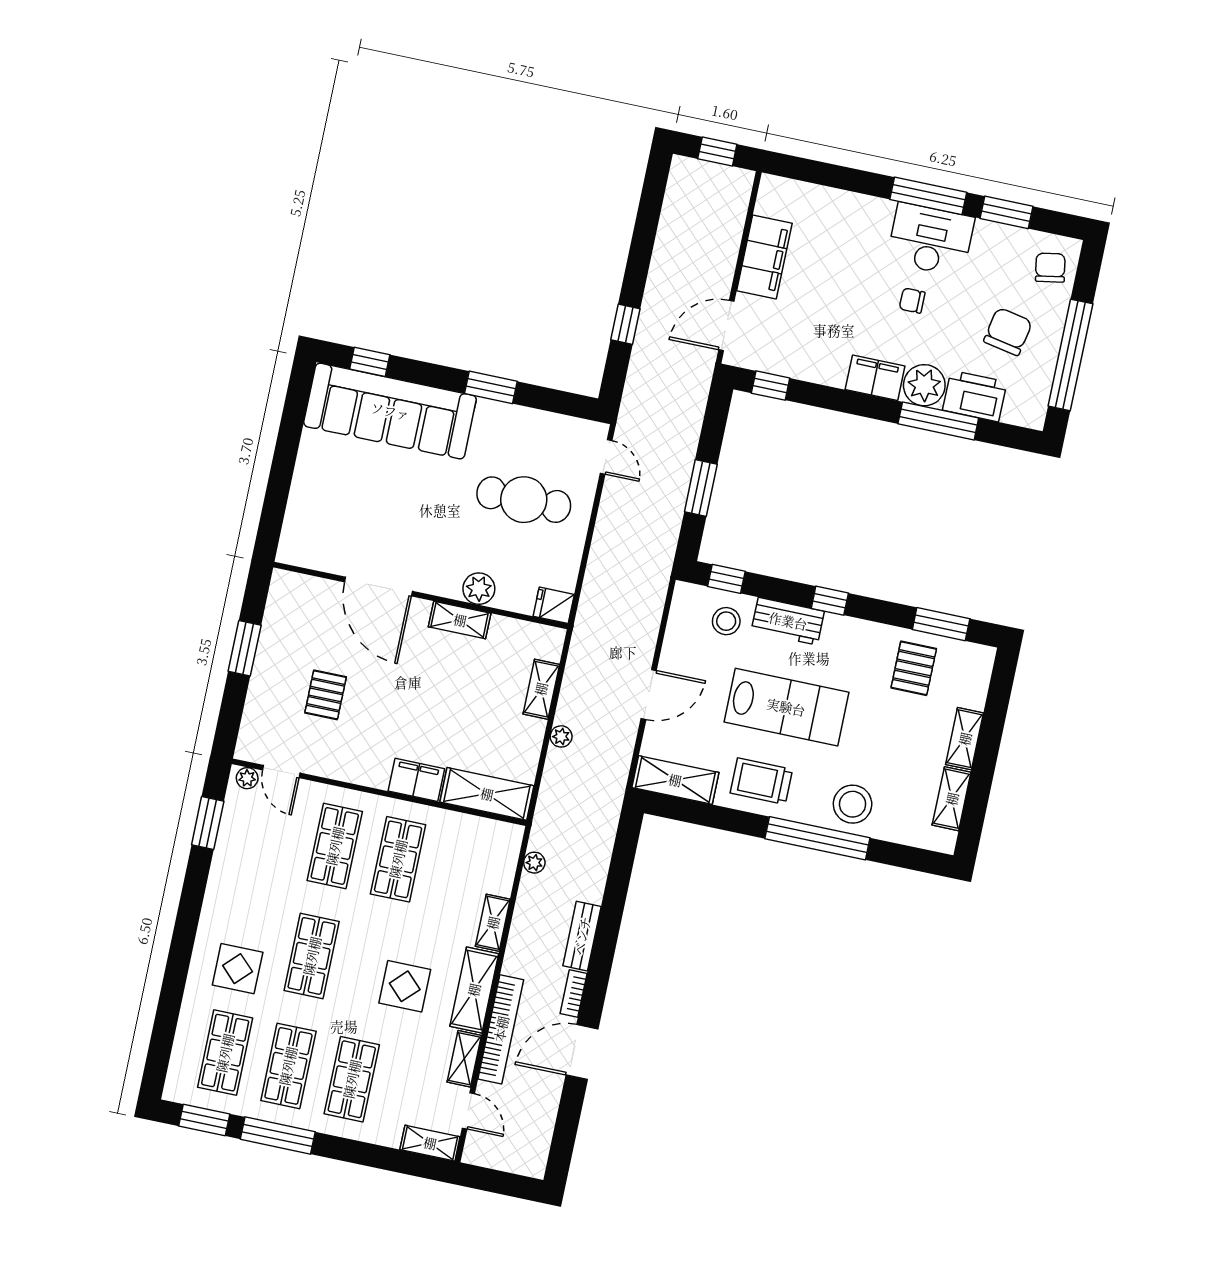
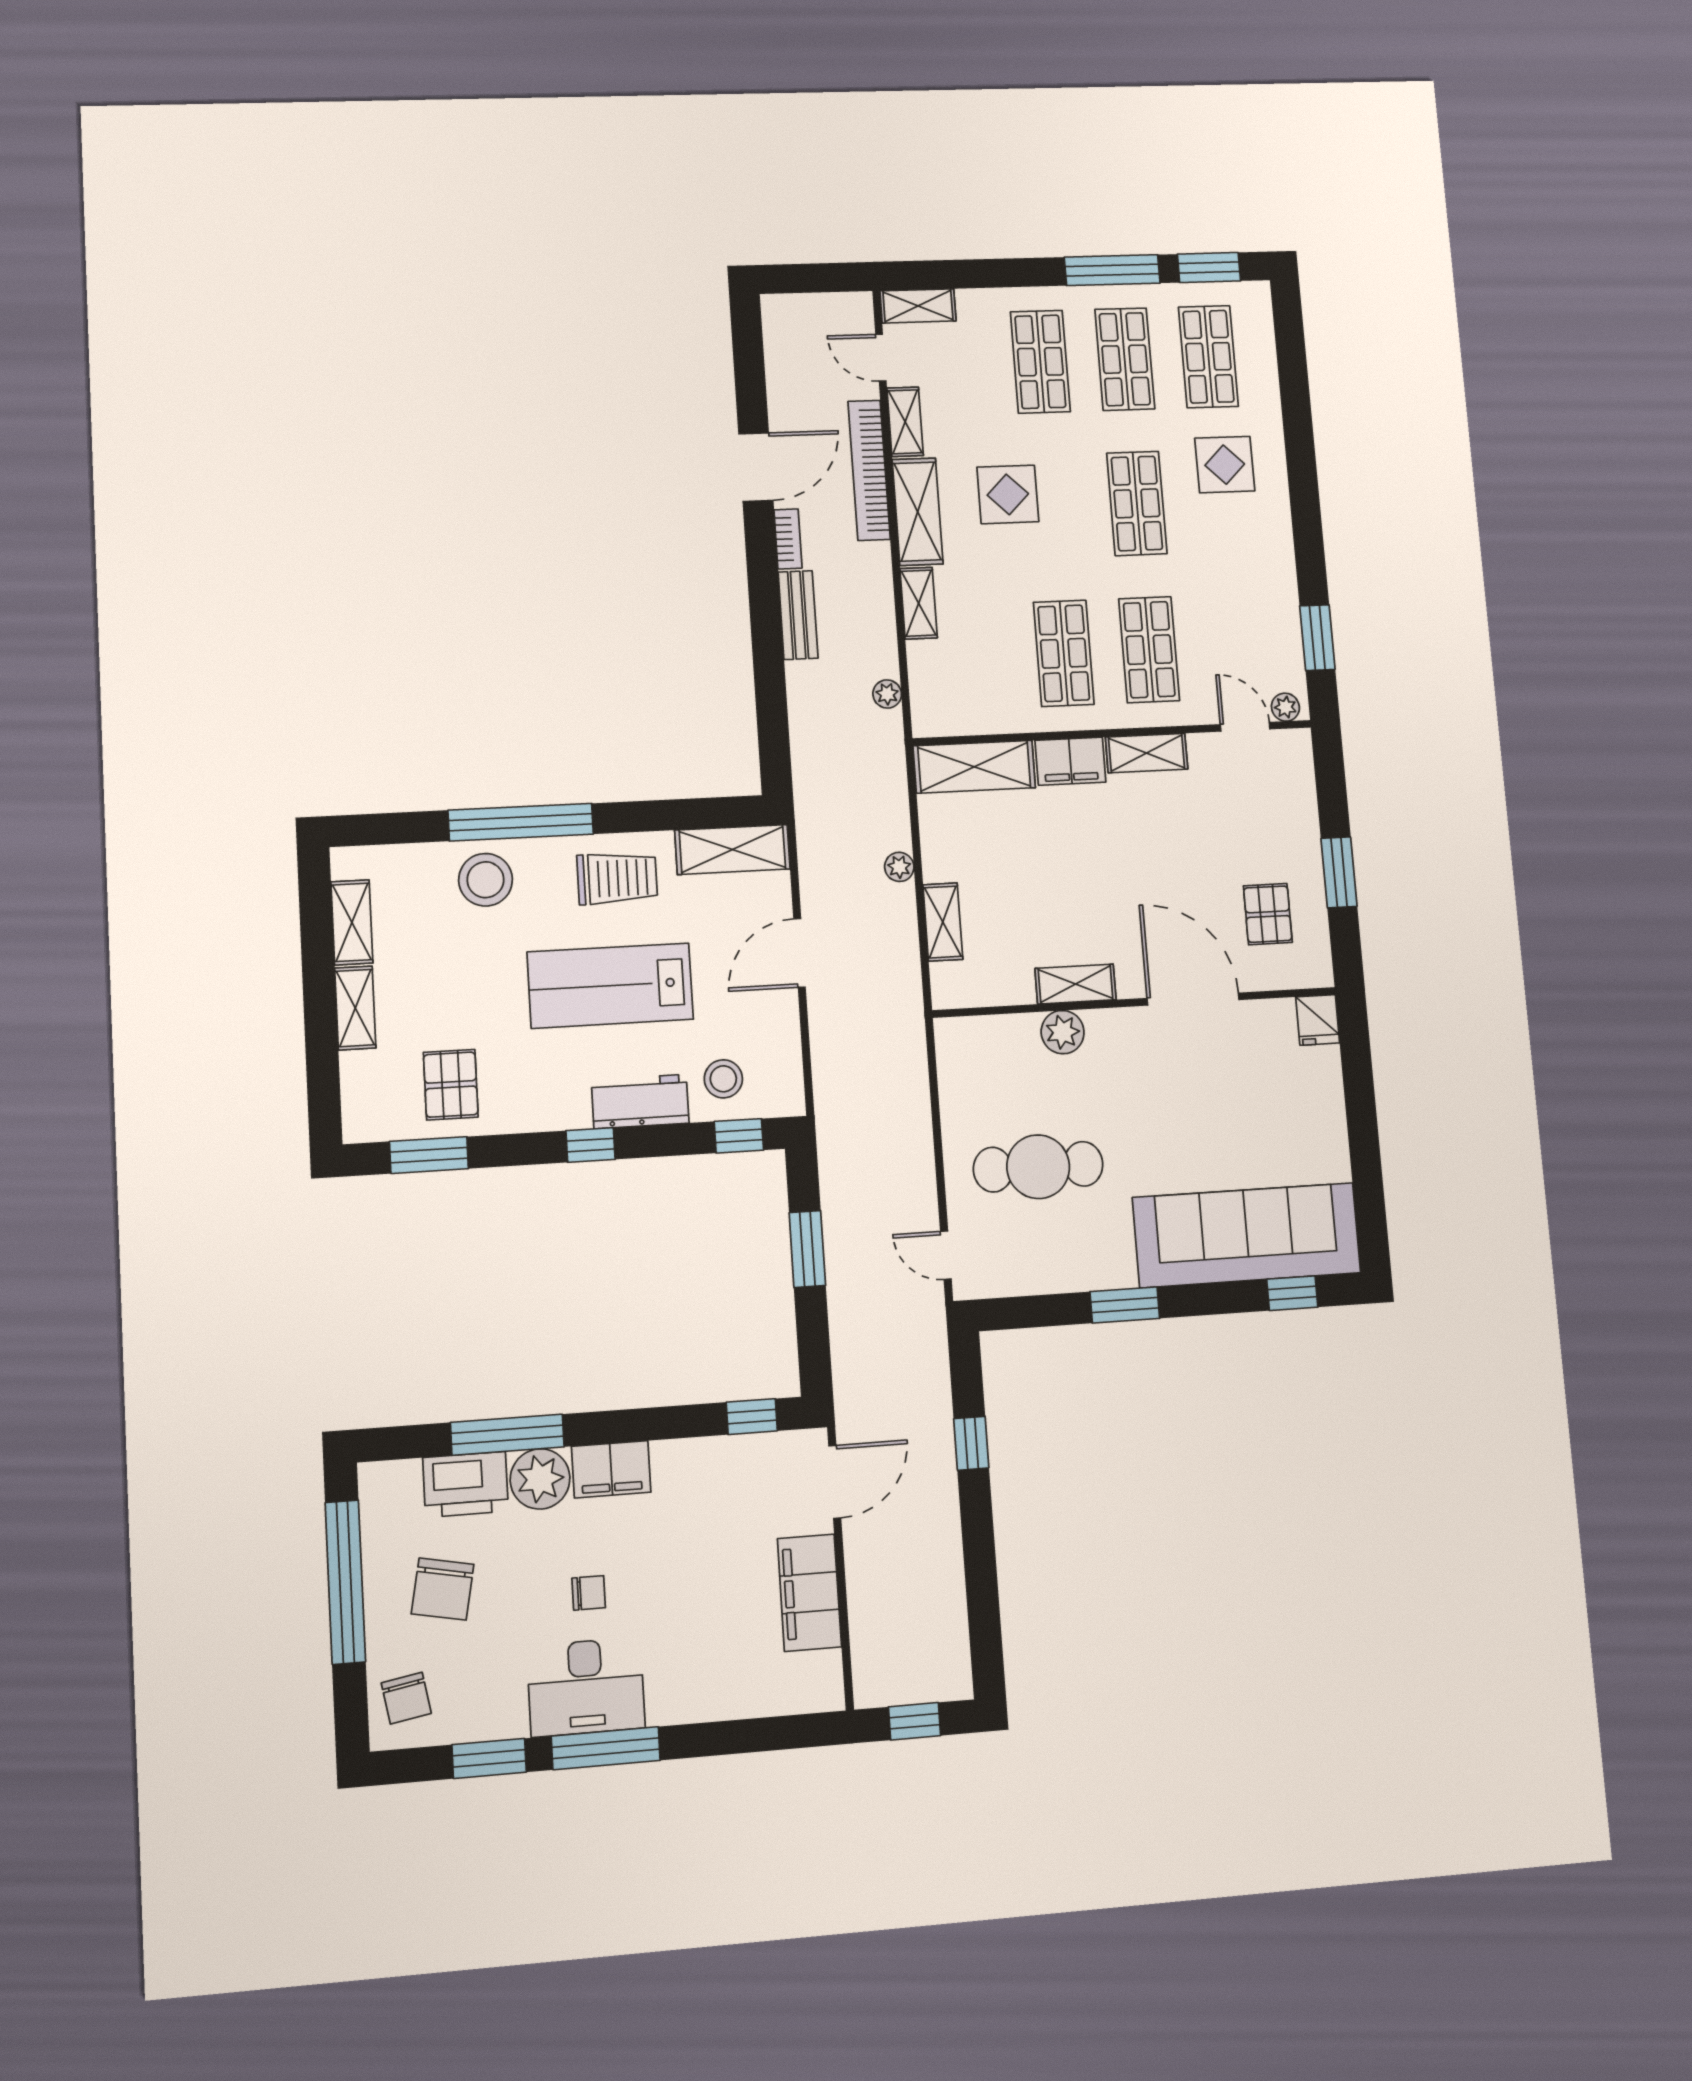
fridge: (554, 605) -> (1318, 1020), moved, turned 90
pallet: (326, 695) -> (1268, 914), moved
shelving: (359, 771) -> (1147, 753), added

